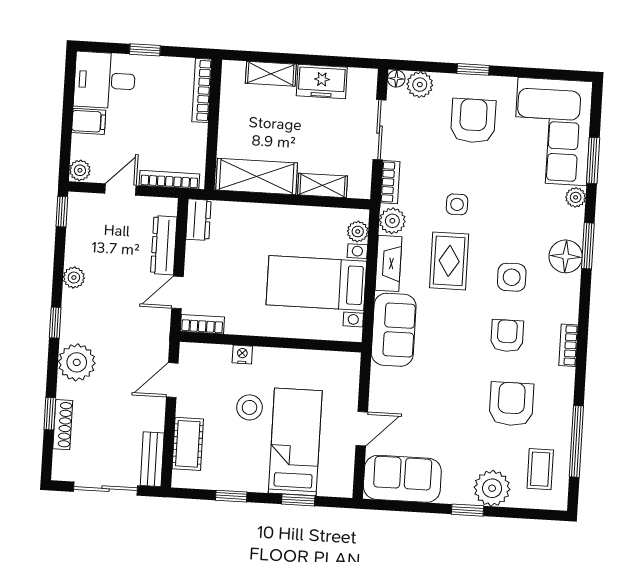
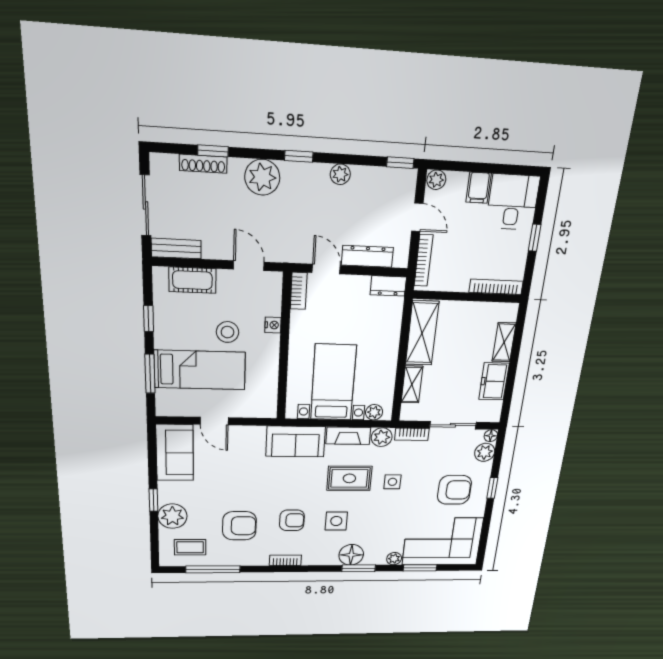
window: (298, 500) -> (150, 374), width x1.50

